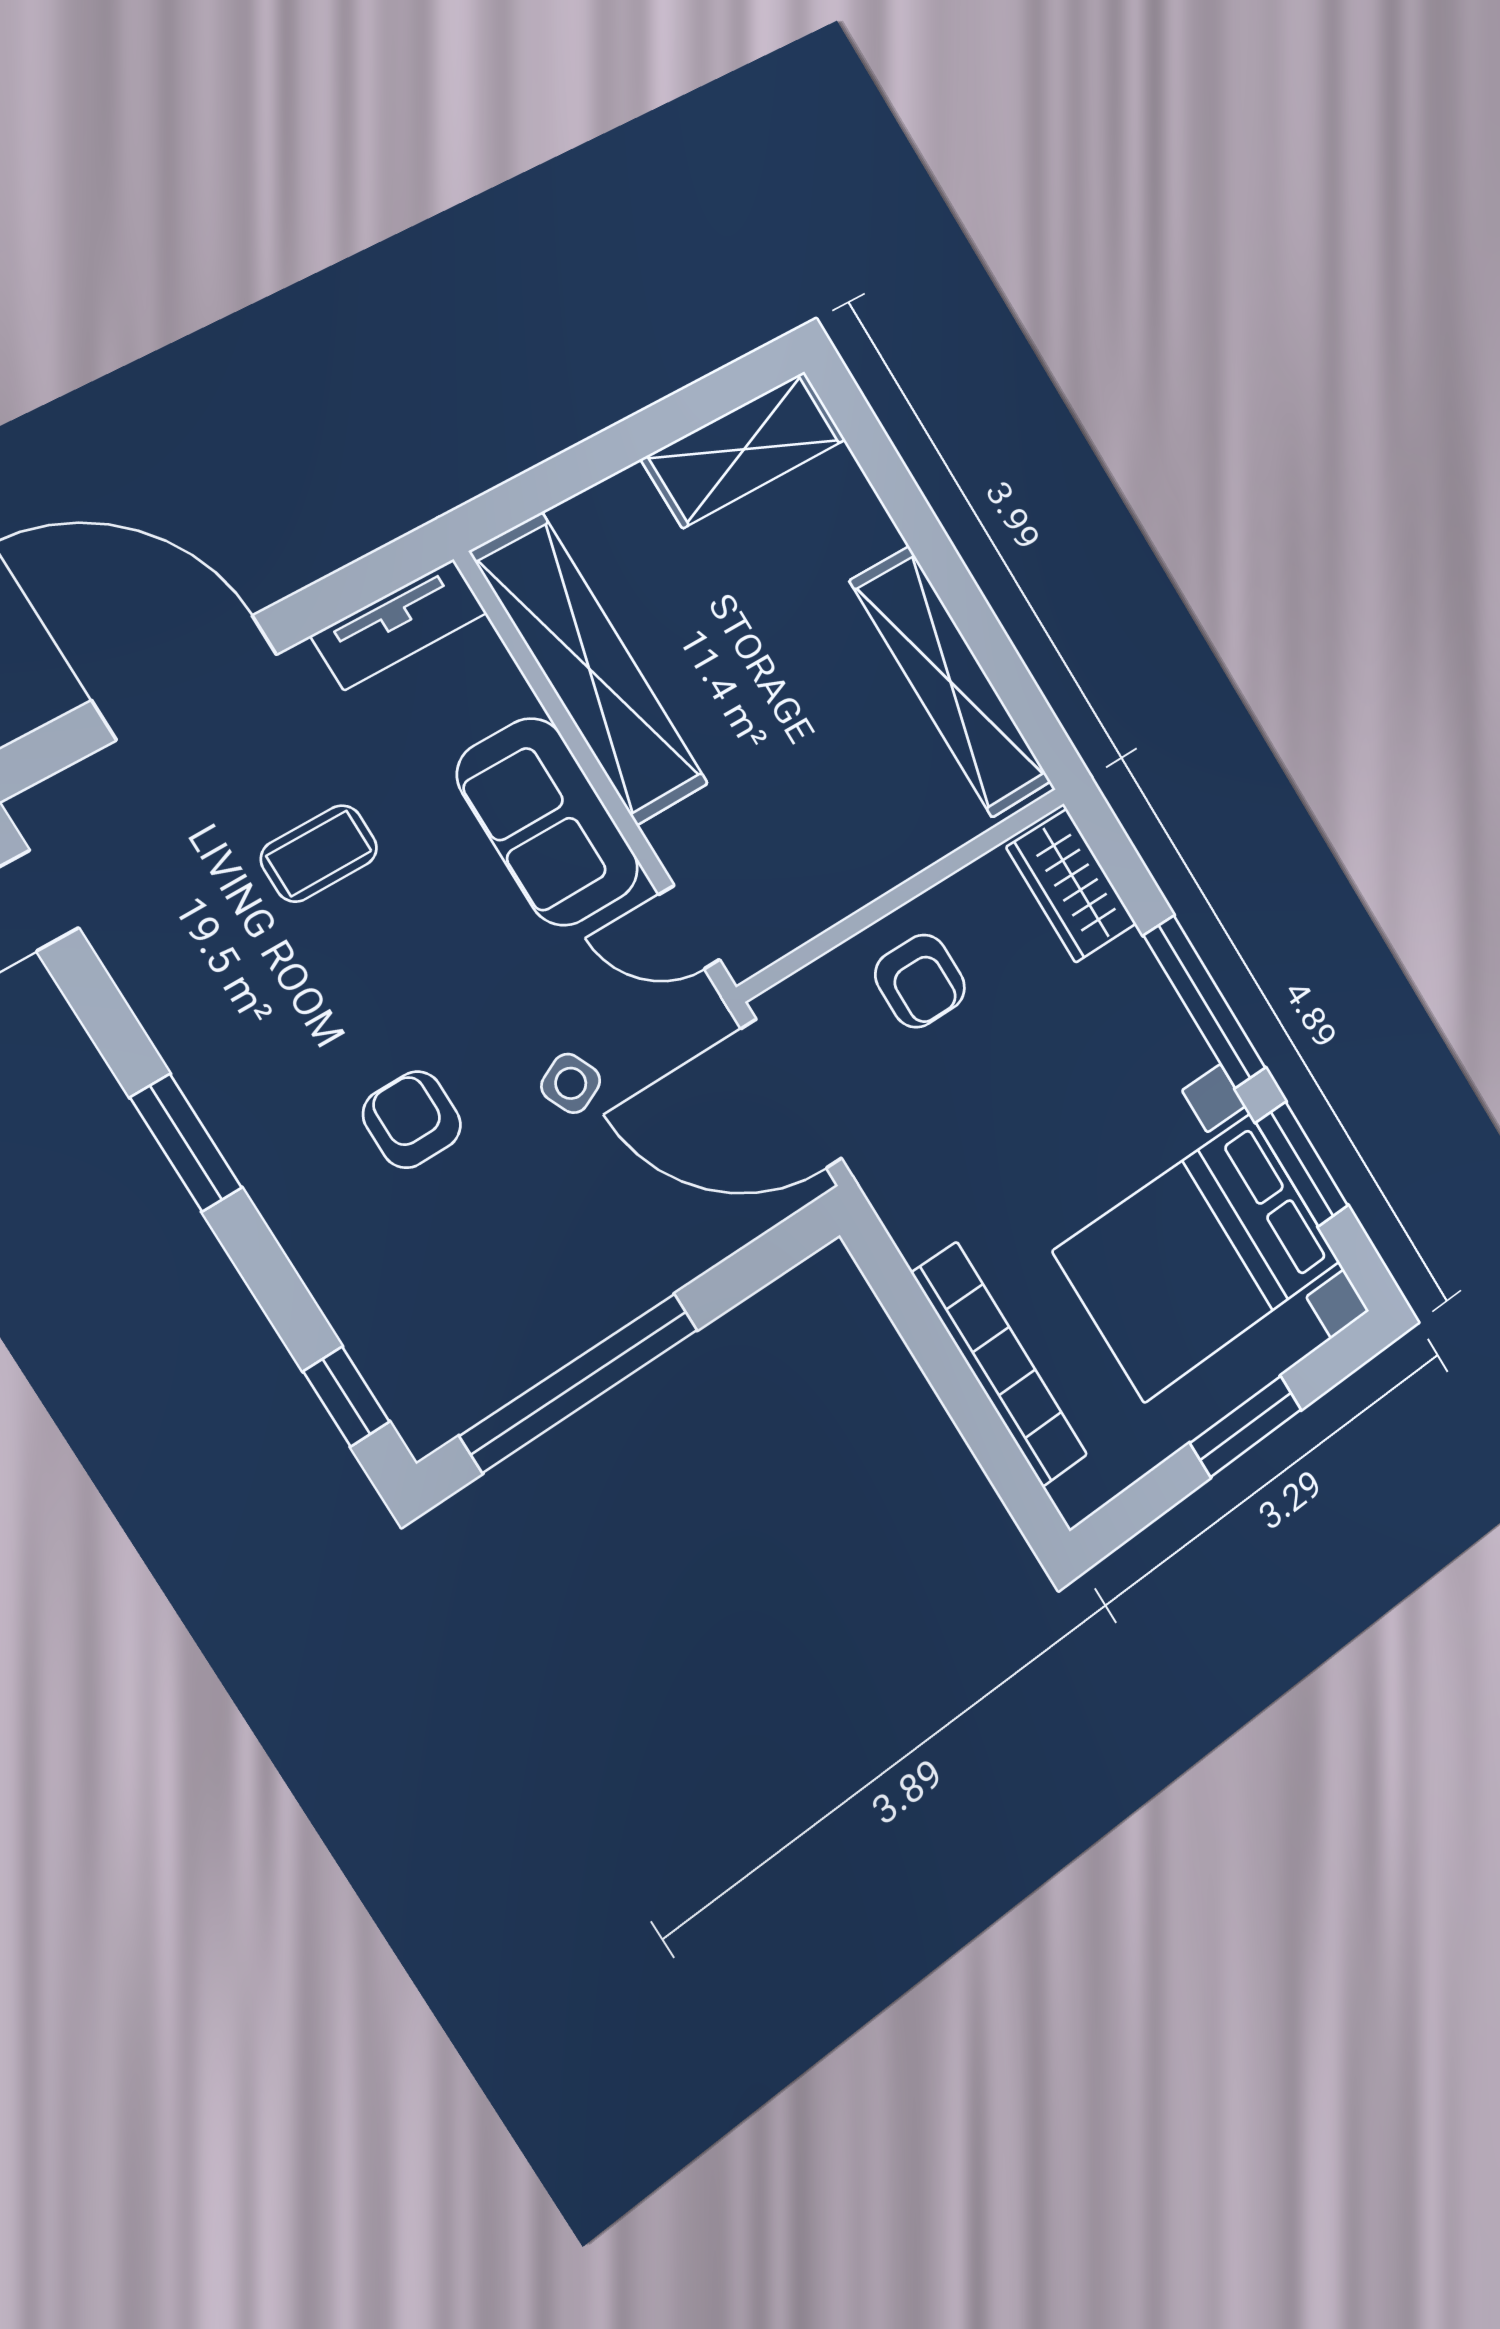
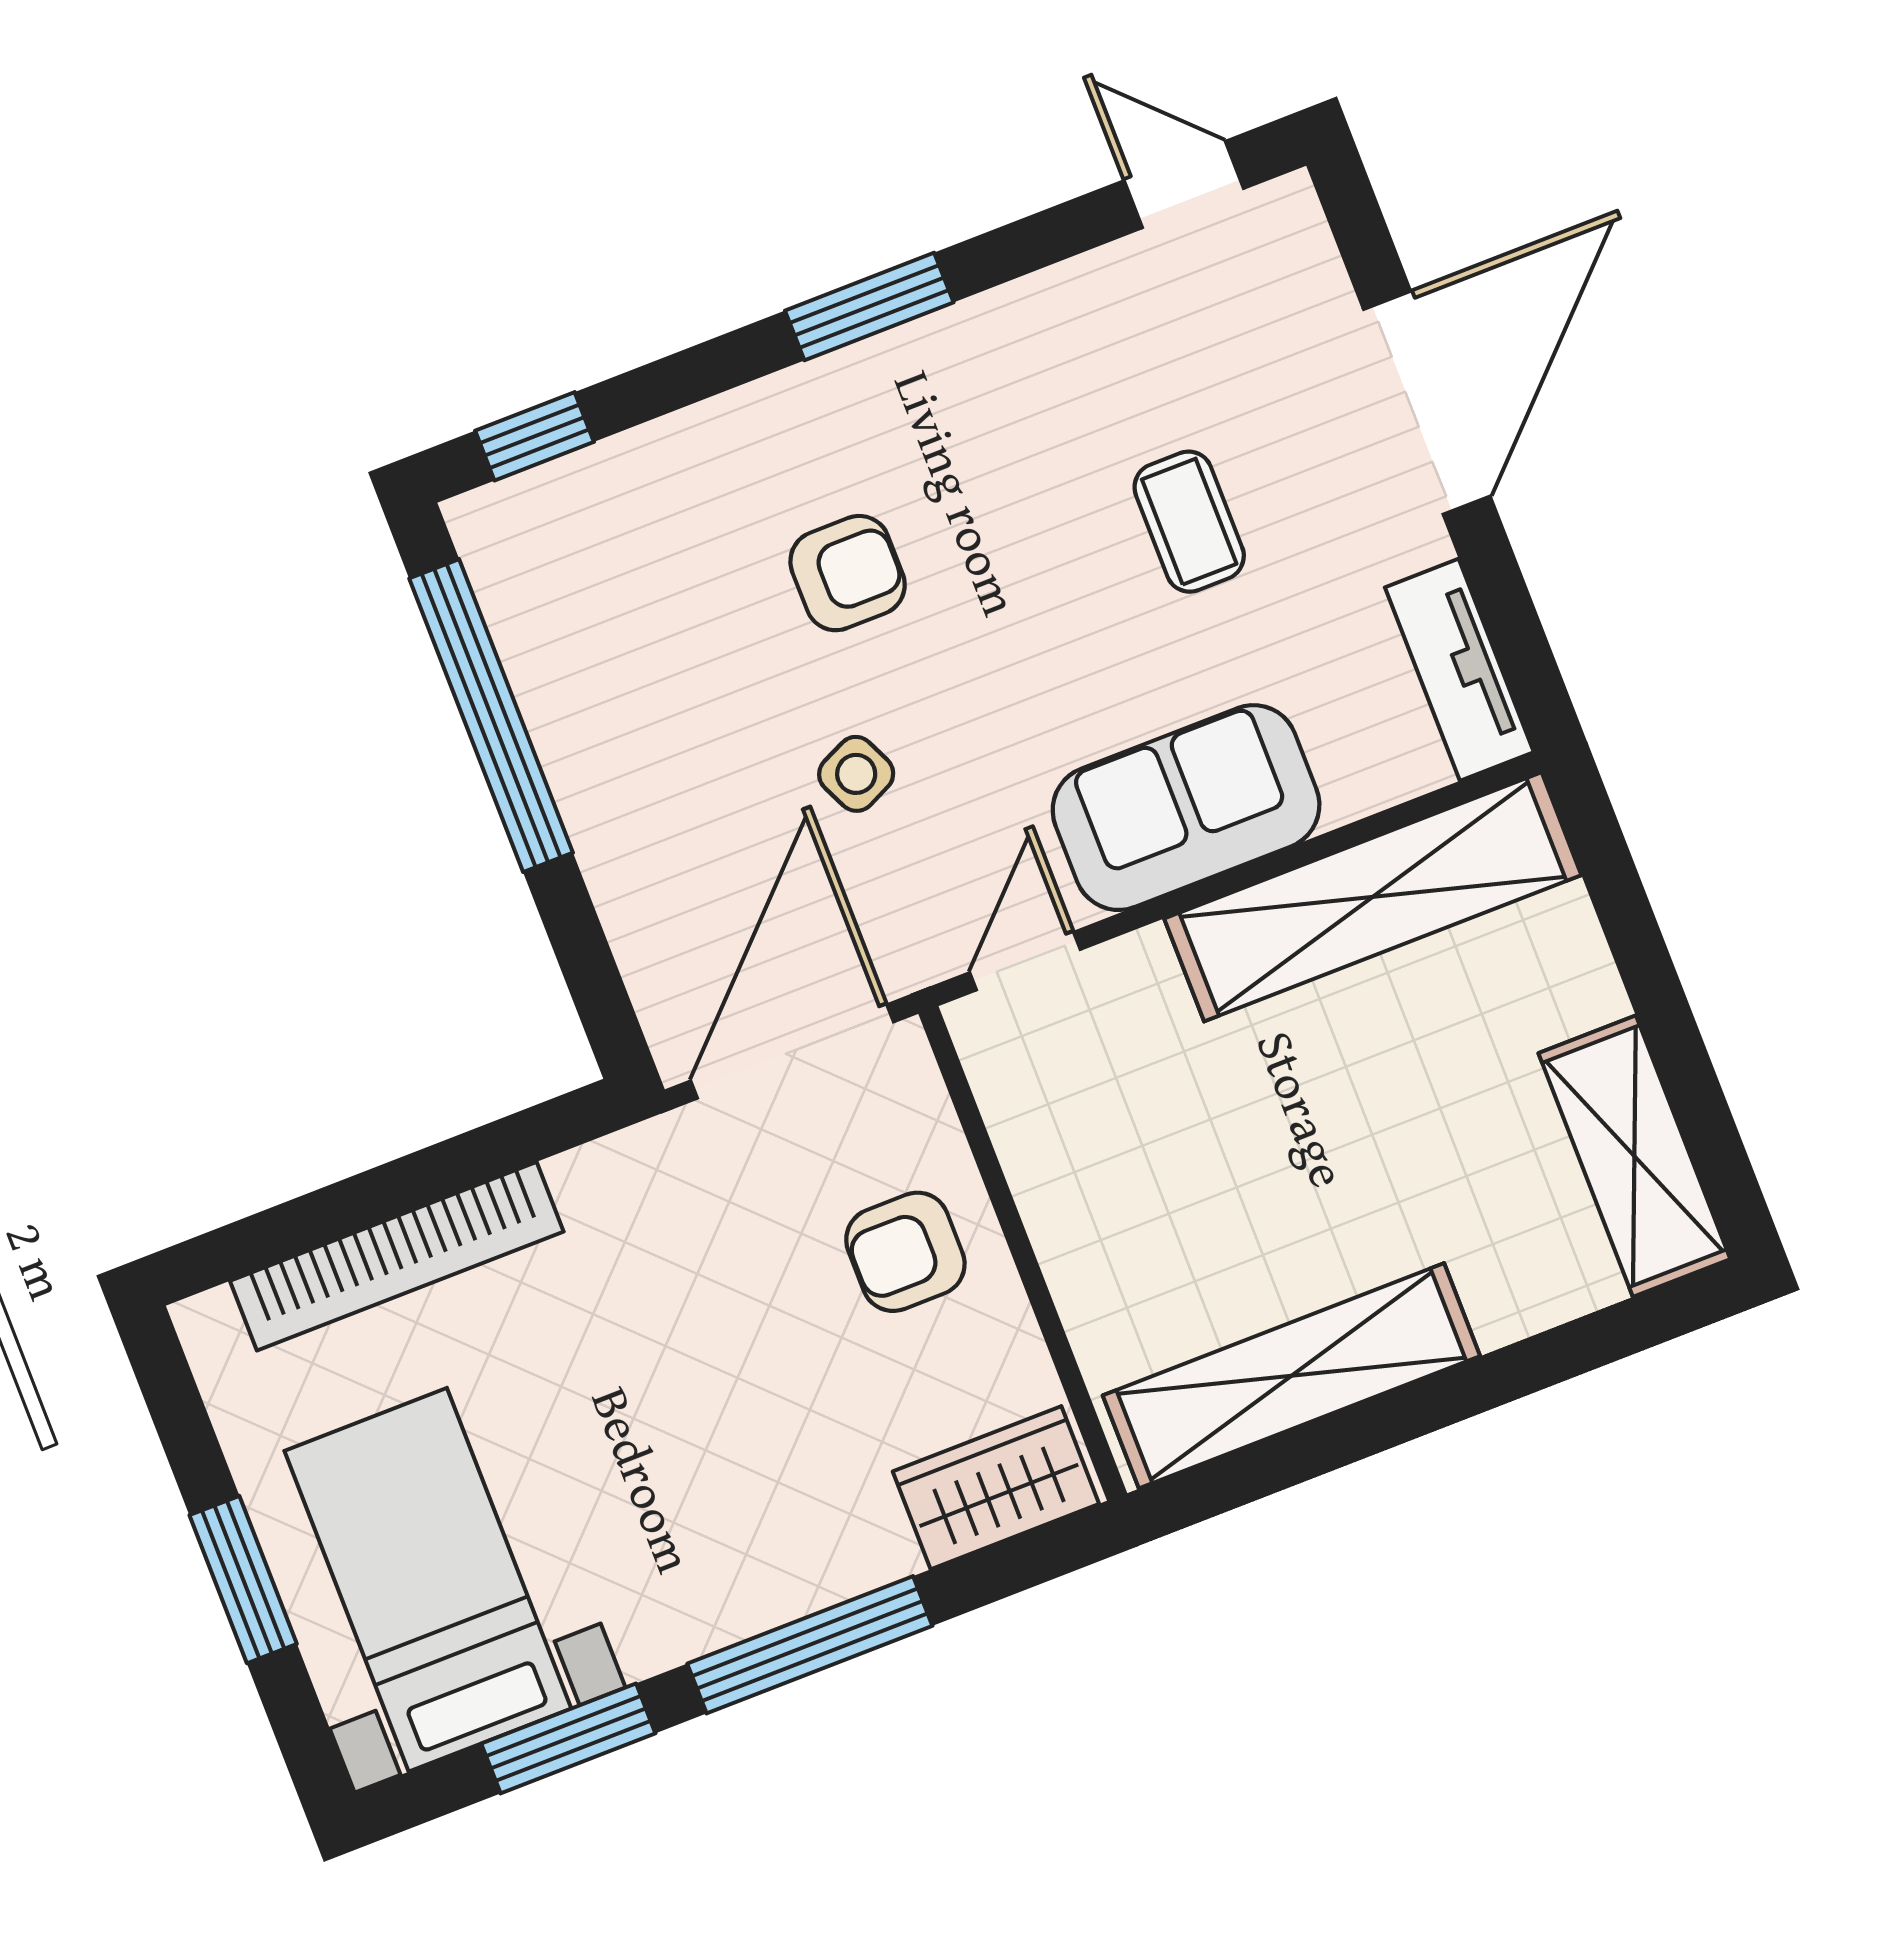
bed with nightstands: (1198, 1257) -> (428, 1580), width x0.73

